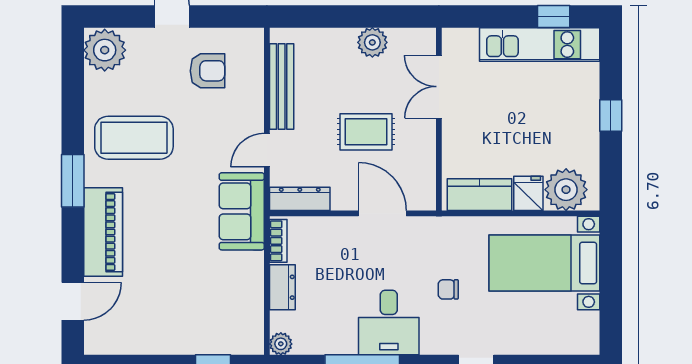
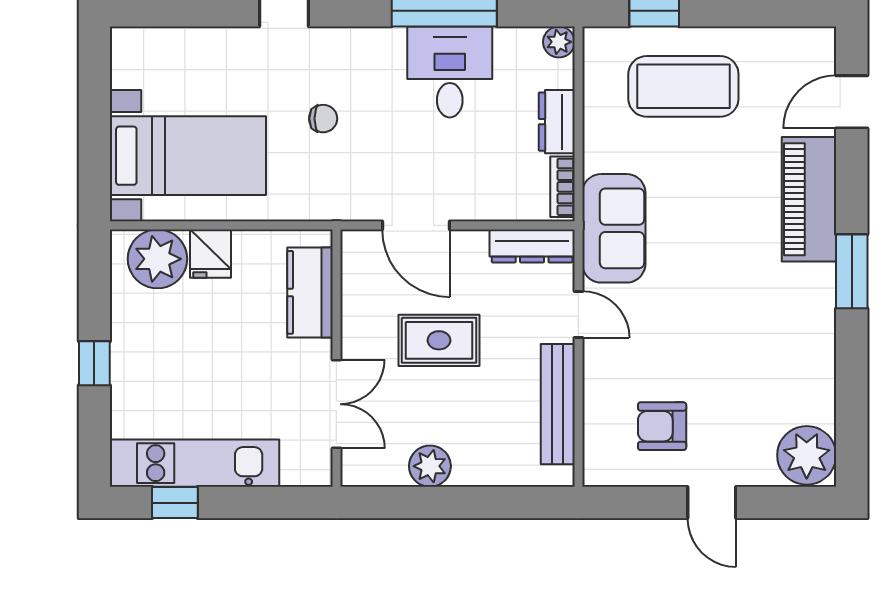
coffee table: (134, 138) -> (683, 86), moved
door: (267, 150) -> (578, 315), hinge flipped
kitchen counter: (479, 195) -> (310, 292), moved, turned 90
desk: (389, 323) -> (450, 72), moved

